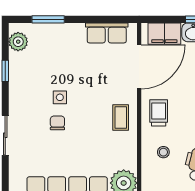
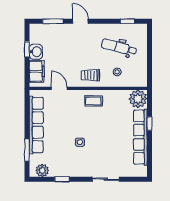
row of seats: (107, 33) -> (36, 125), width x2.02
door: (139, 67) -> (59, 88), width x0.53
chair: (57, 123) -> (97, 144), removed

